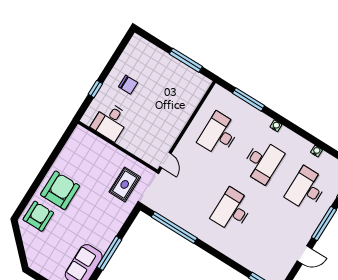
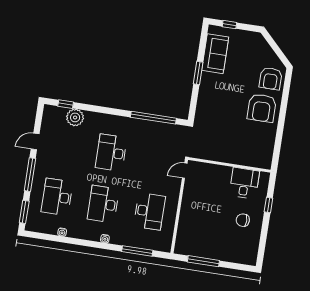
door: (165, 160) -> (185, 171), hinge flipped
rug: (125, 184) -> (210, 136), removed
desk: (306, 189) -> (57, 197), turned 180
desk: (232, 210) -> (111, 153), turned 180
window: (109, 253) -> (198, 73), width x0.69
plant: (254, 262) -> (75, 117), added

